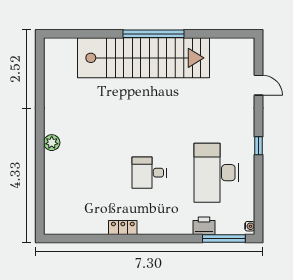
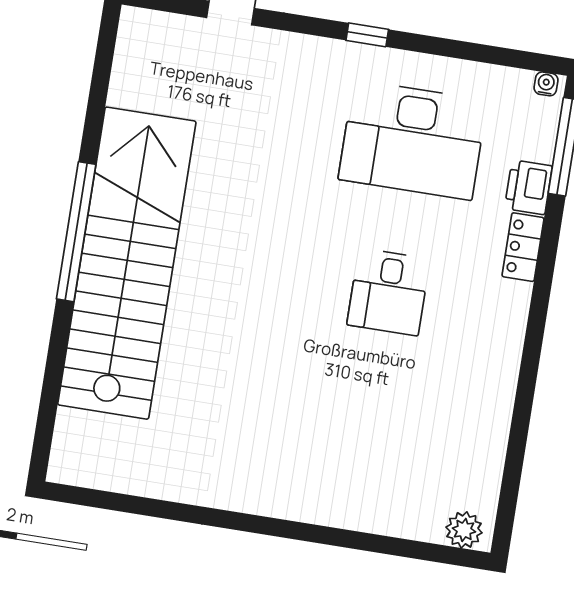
plant: (52, 143) -> (464, 530), moved
locker: (123, 228) -> (523, 247), moved

